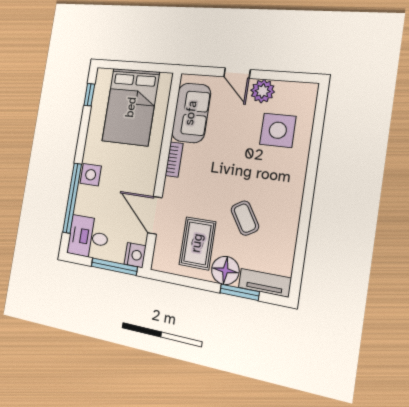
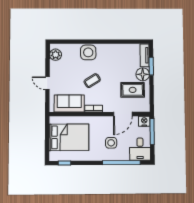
door: (237, 73) -> (47, 83), swing flipped
plant: (263, 91) -> (56, 55), moved
side table: (278, 130) -> (88, 52), moved
side table: (91, 175) -> (111, 143), moved
coffee table: (245, 218) -> (92, 81), moved

